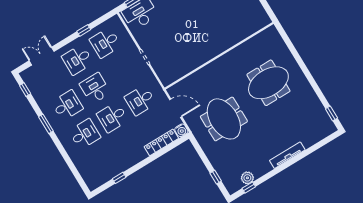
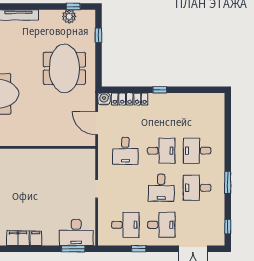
desk: (140, 100) -> (125, 151), turned 90
meeting table: (224, 119) -> (64, 68), moved
window: (119, 178) -> (160, 90), moved

